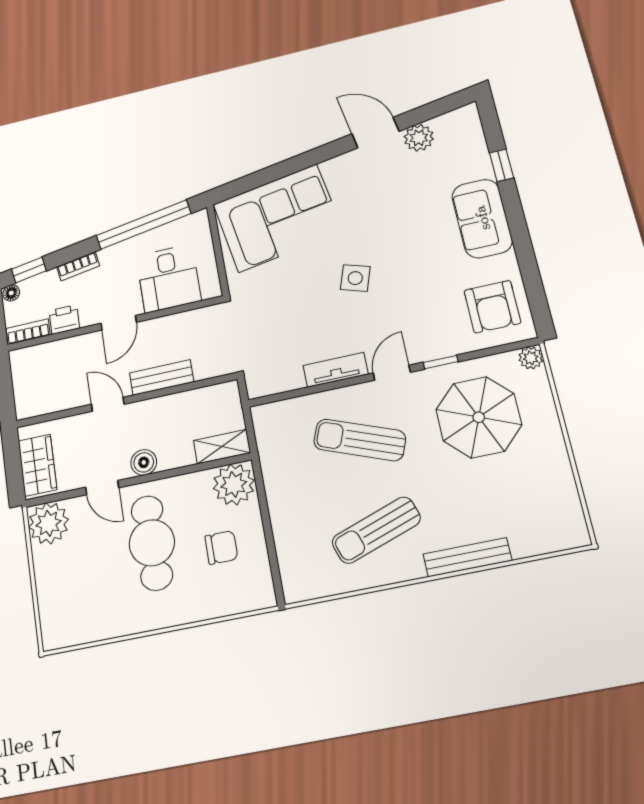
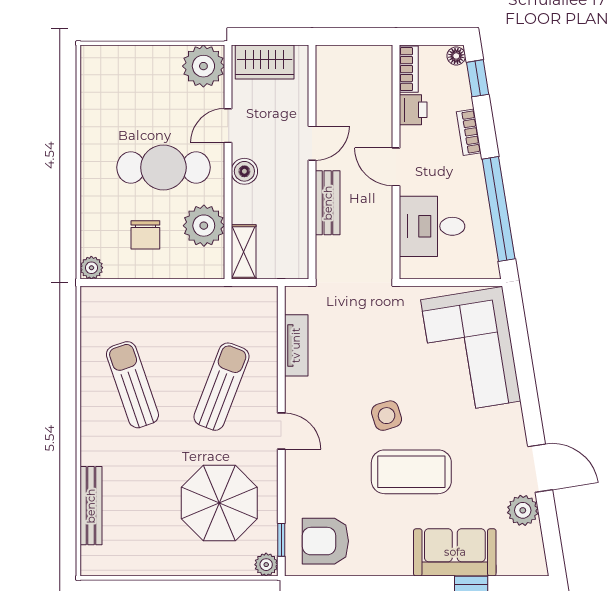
door: (375, 133) -> (540, 468), hinge flipped
sofa: (482, 218) -> (455, 552), moved
coffee table: (405, 243) -> (411, 472), added
side table: (355, 278) -> (387, 416), turned -35
window: (441, 362) -> (281, 540), moved
tv unit: (336, 370) -> (296, 345), moved
plant: (234, 484) -> (204, 226), moved
bench: (467, 557) -> (91, 506), moved
plant: (264, 597) -> (91, 268), added

